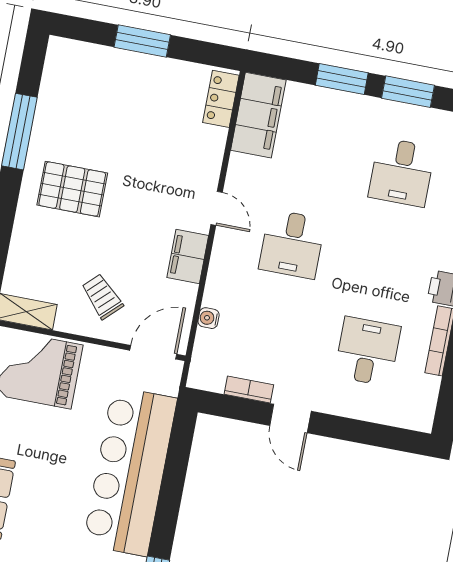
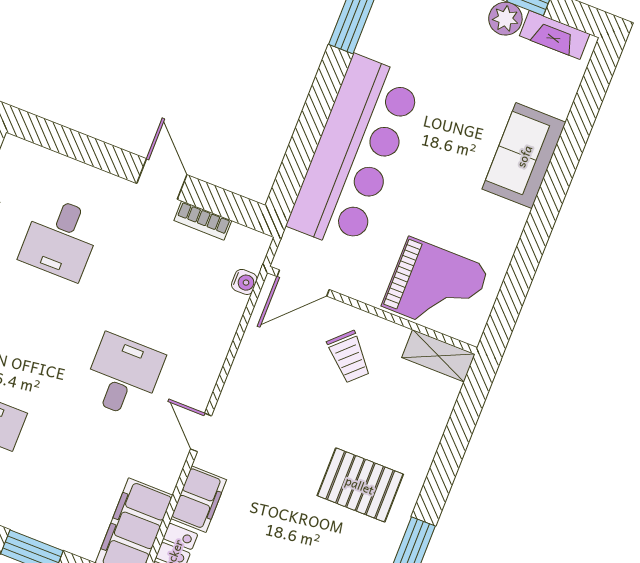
filing cabinet: (188, 257) -> (199, 499), moved
water cooler: (209, 318) -> (244, 282), moved

